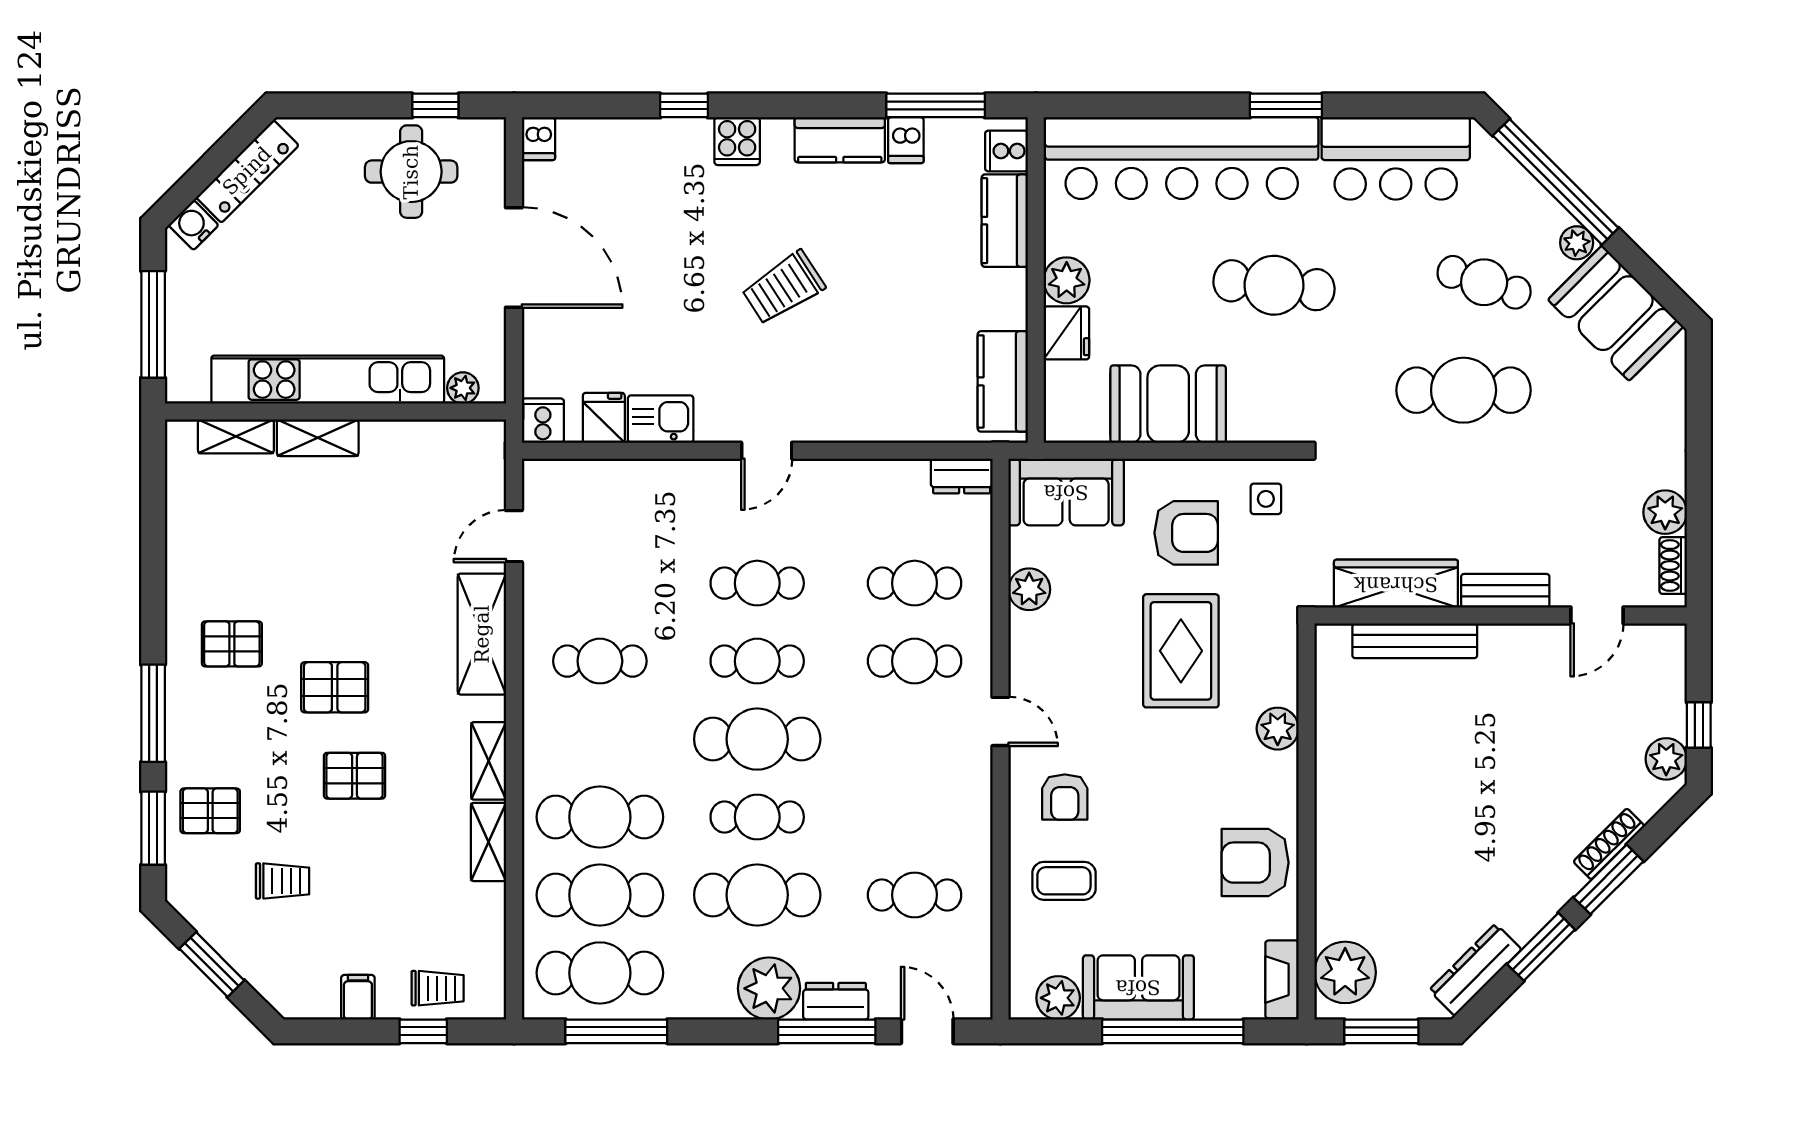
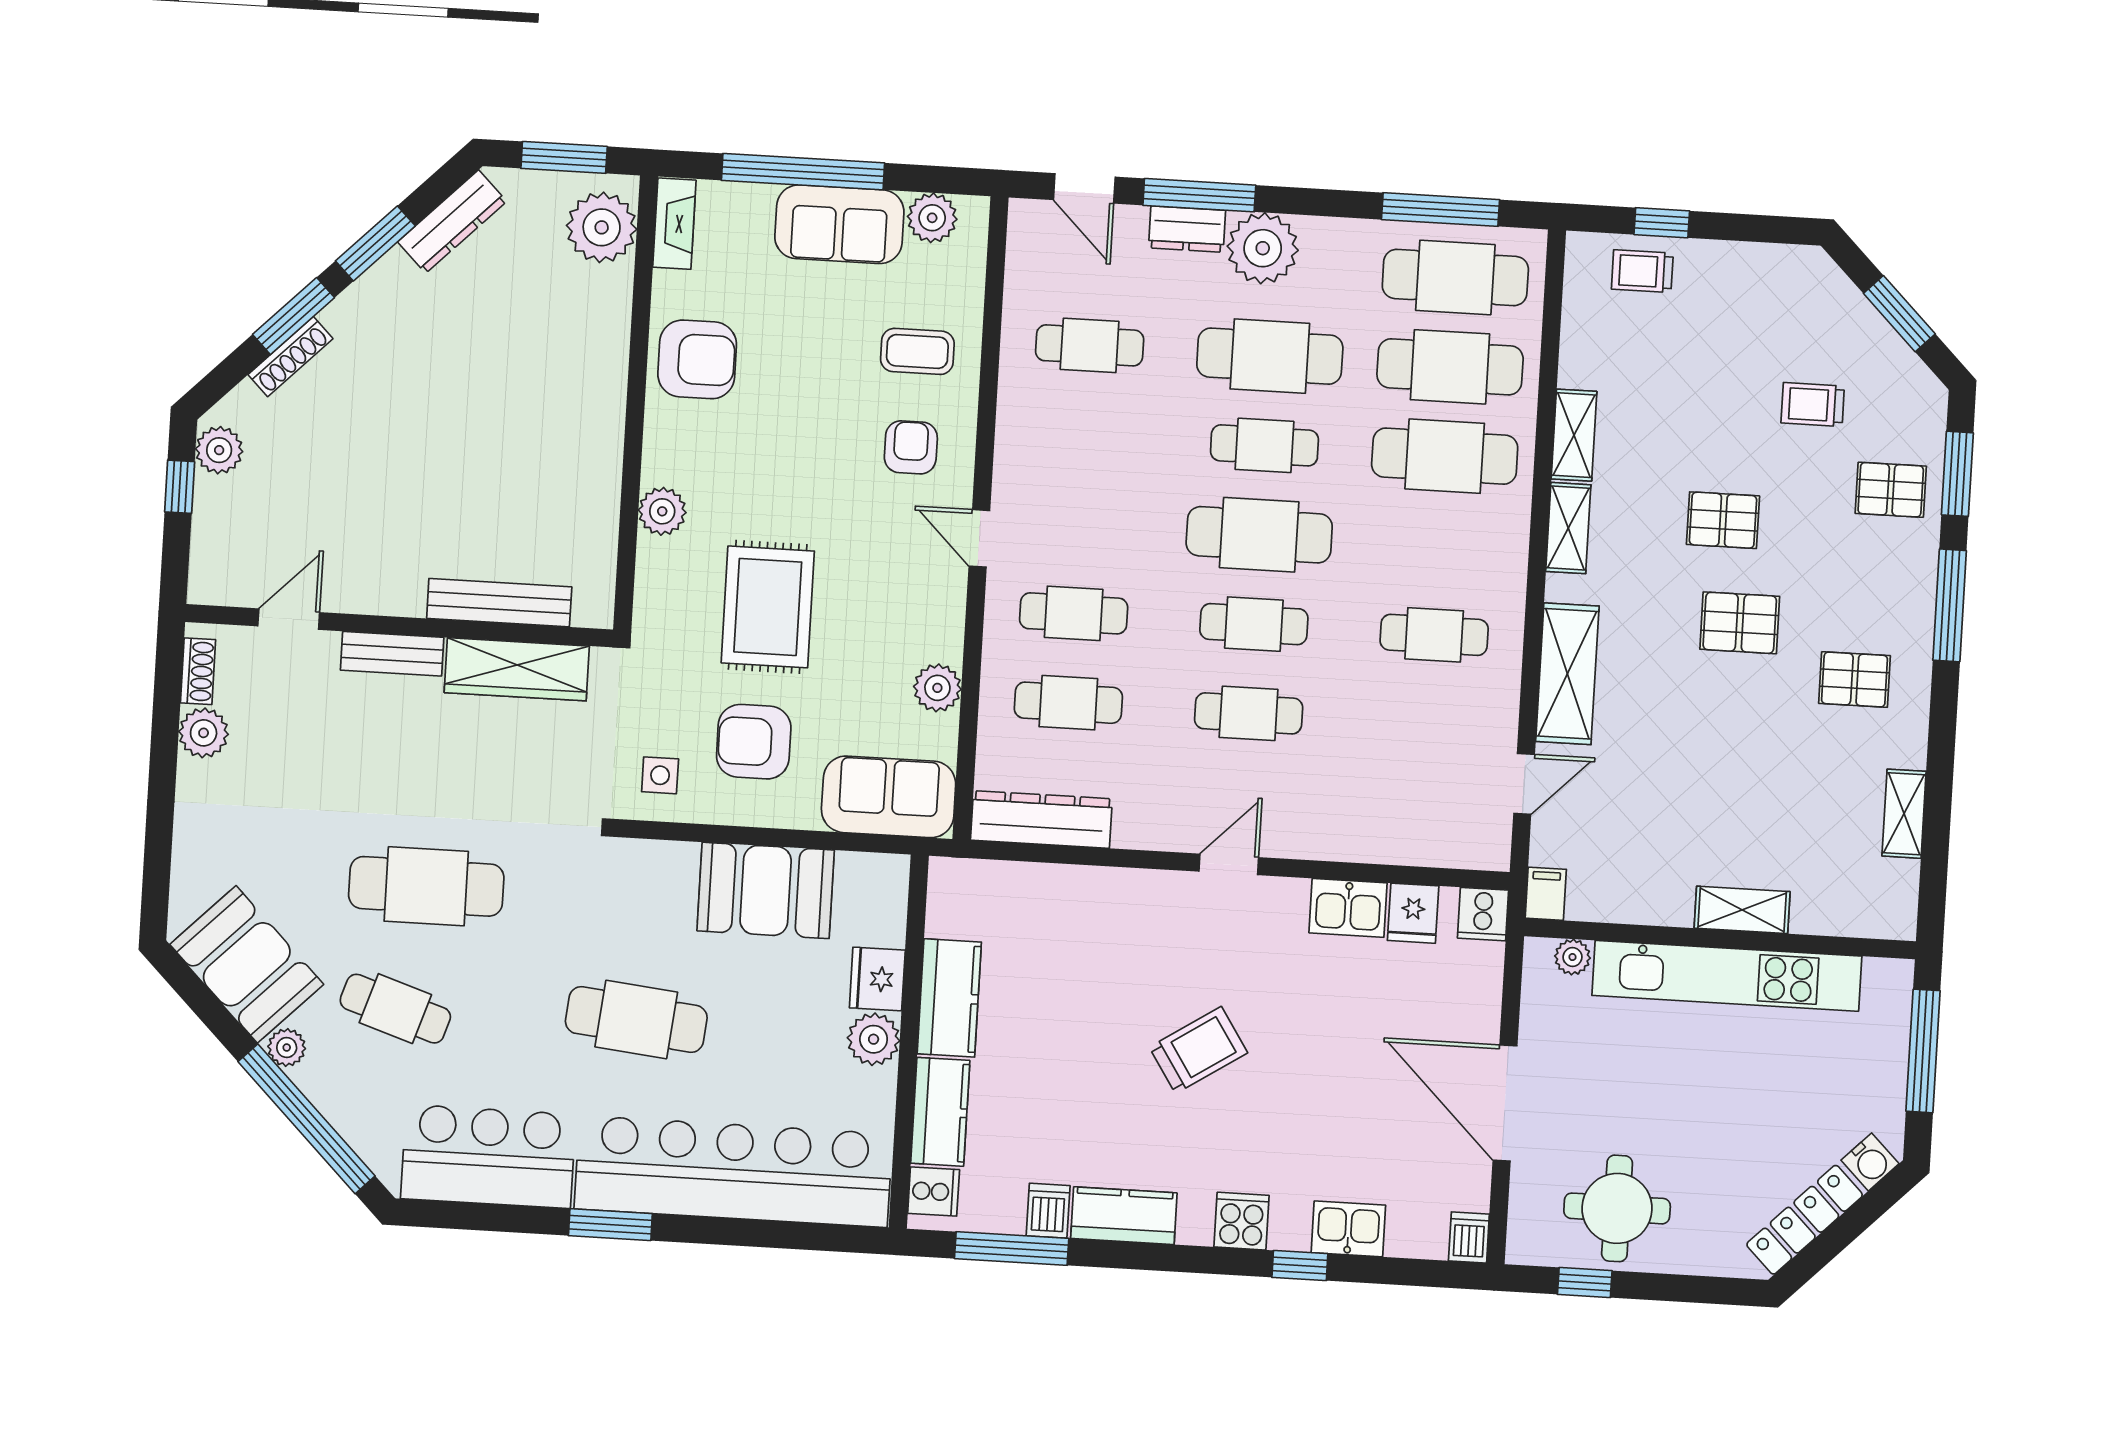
kitchen sink: (644, 140) -> (1348, 1229), added
kitchen counter: (1003, 381) -> (949, 998), moved
shelving: (236, 436) -> (1904, 814), moved, turned 90
dresser: (962, 476) -> (1041, 819), width x1.96, depth x1.24
filing cabinet: (358, 997) -> (1546, 894), moved, turned 180

